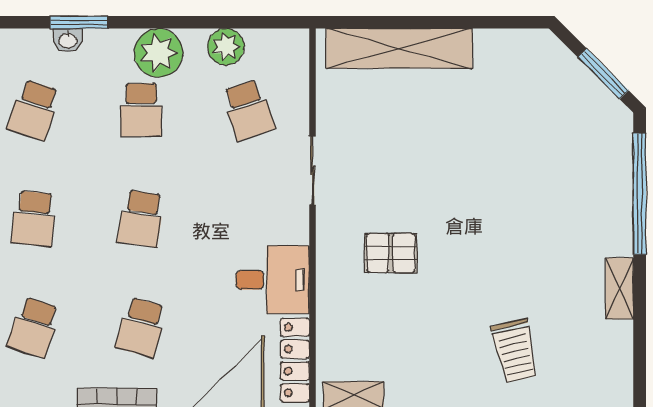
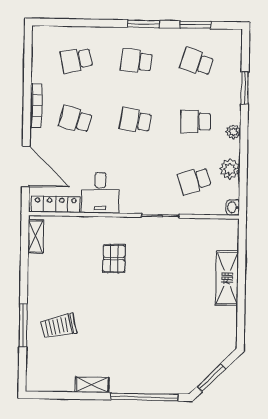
washbasin: (68, 40) -> (233, 207), moved
shelving: (399, 48) -> (227, 278), width x0.68
plant: (158, 53) -> (233, 132), width x0.53, depth x0.53
school desk: (34, 327) -> (76, 60), turned -30

